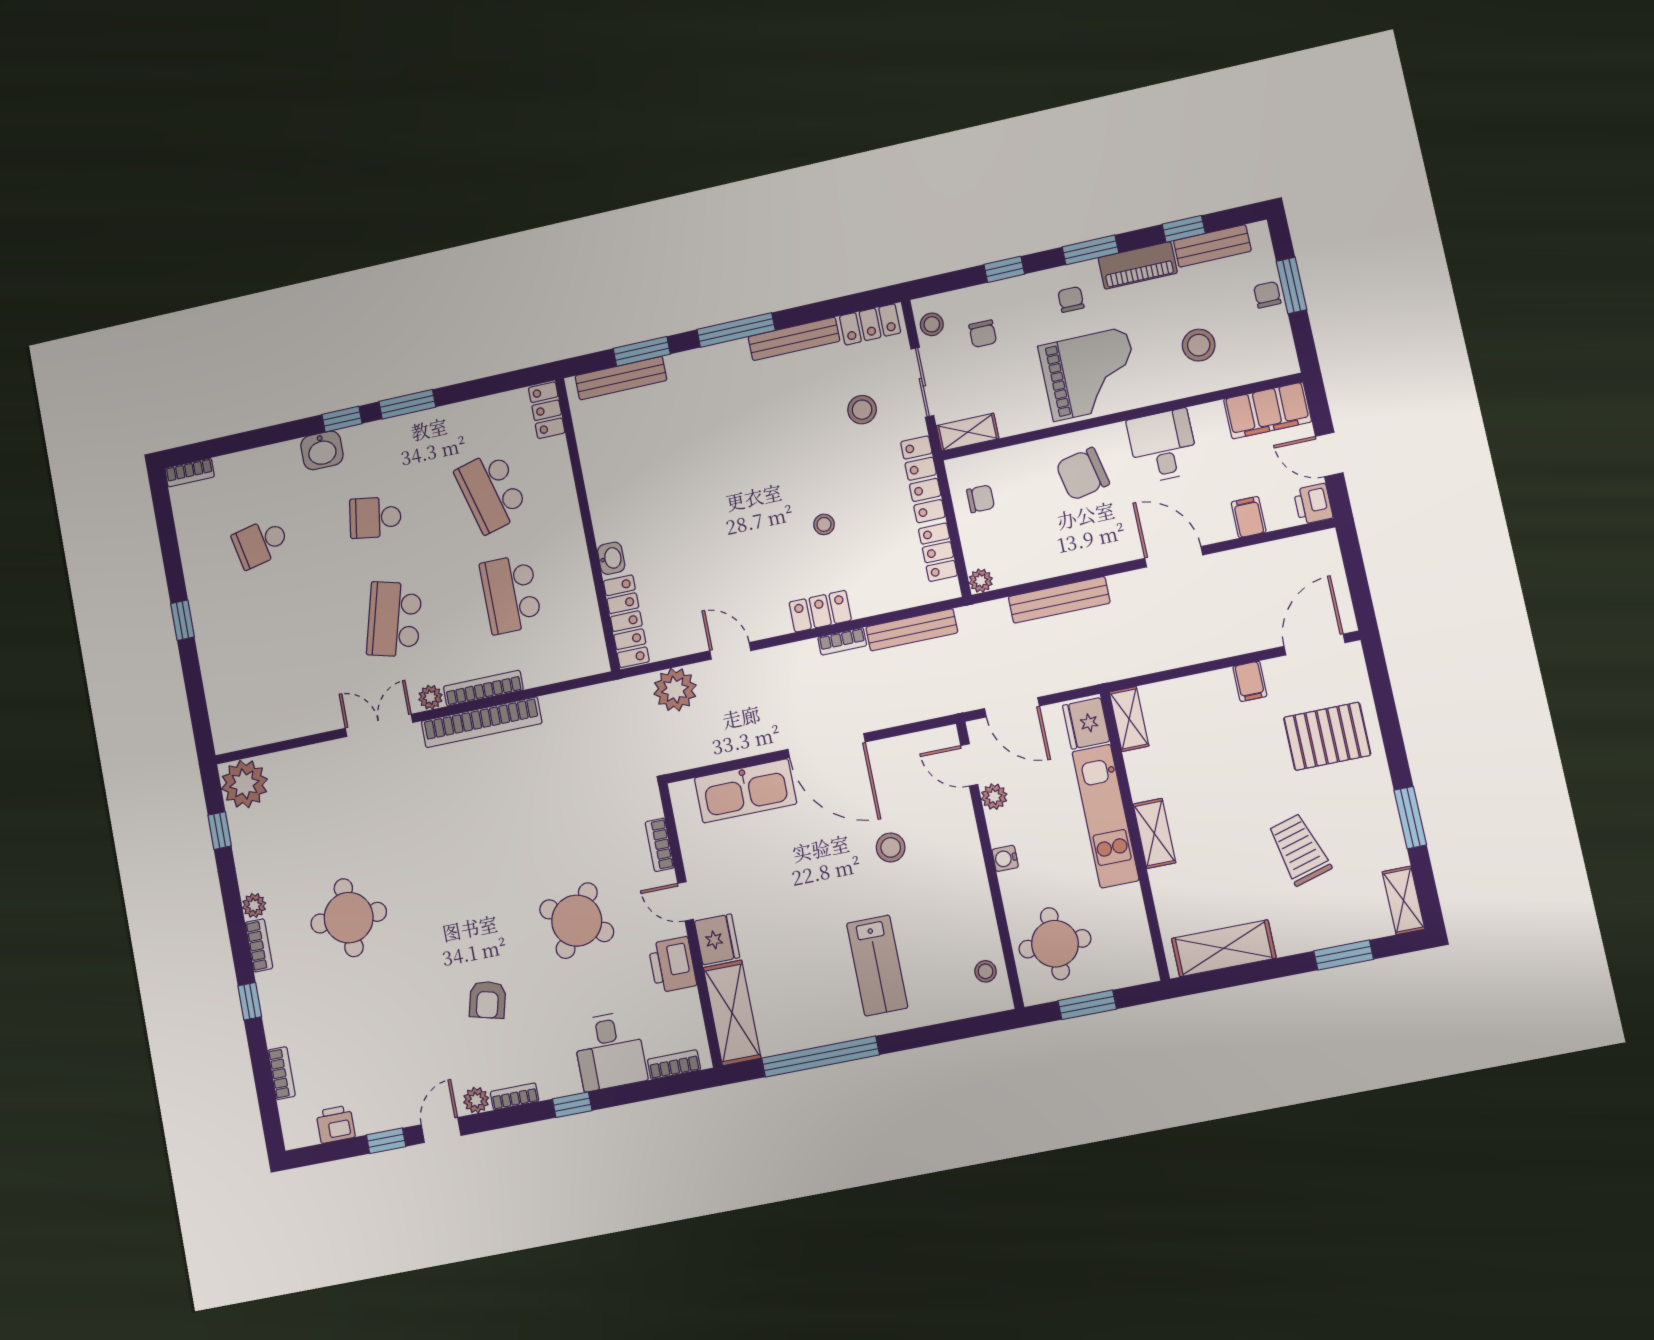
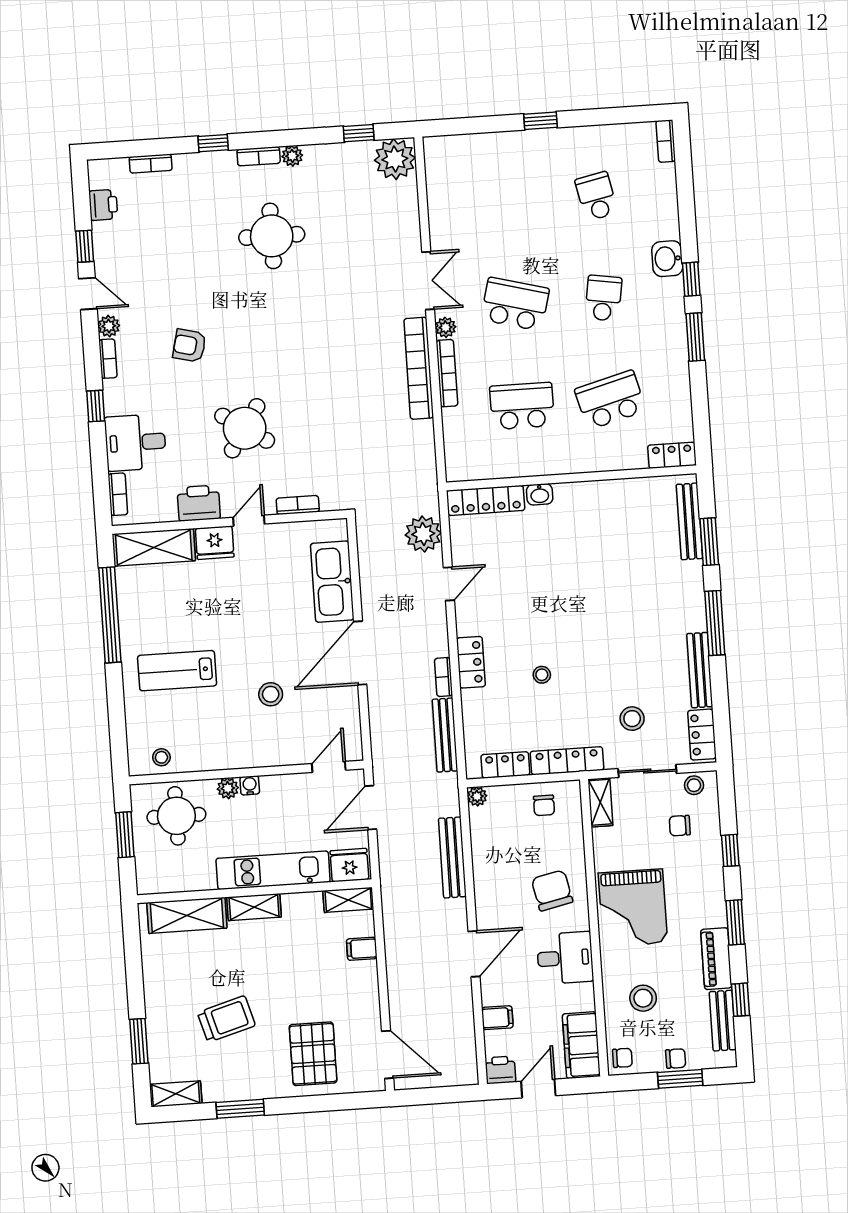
chair: (1071, 299) -> (622, 1058), moved
filing cabinet: (1250, 681) -> (362, 949), moved
plant: (994, 797) -> (228, 788), moved
shelving: (1224, 948) -> (187, 915), moved, turned 90

